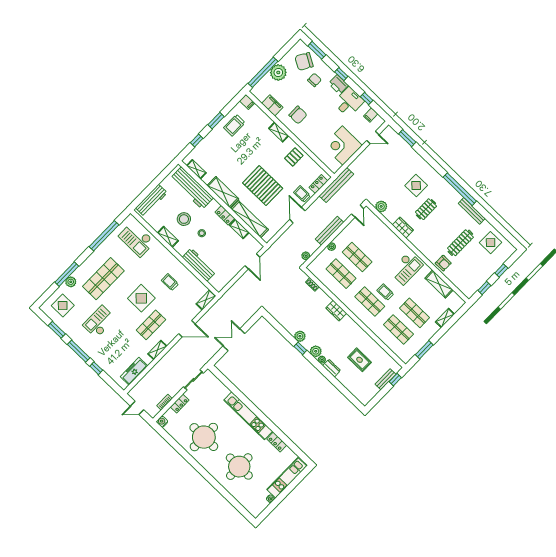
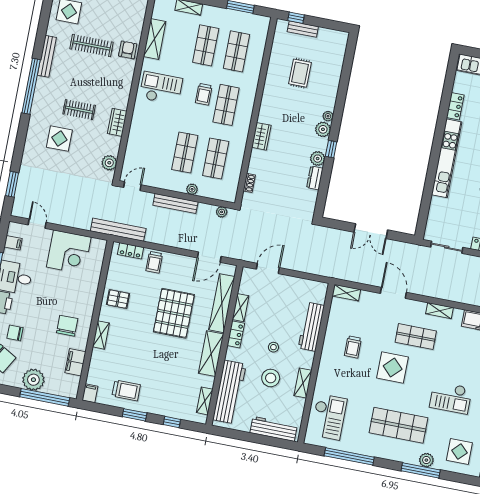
door: (297, 215) -> (209, 257), moved
dresser: (332, 368) -> (315, 178), moved

